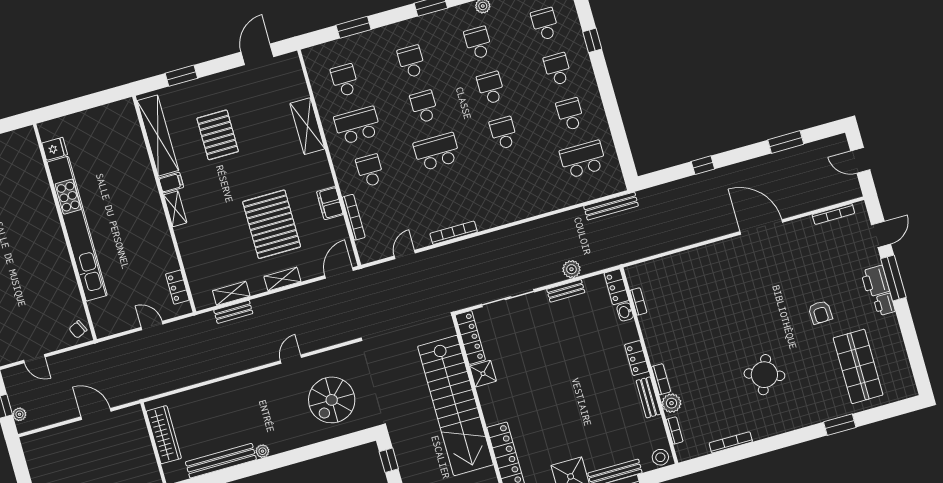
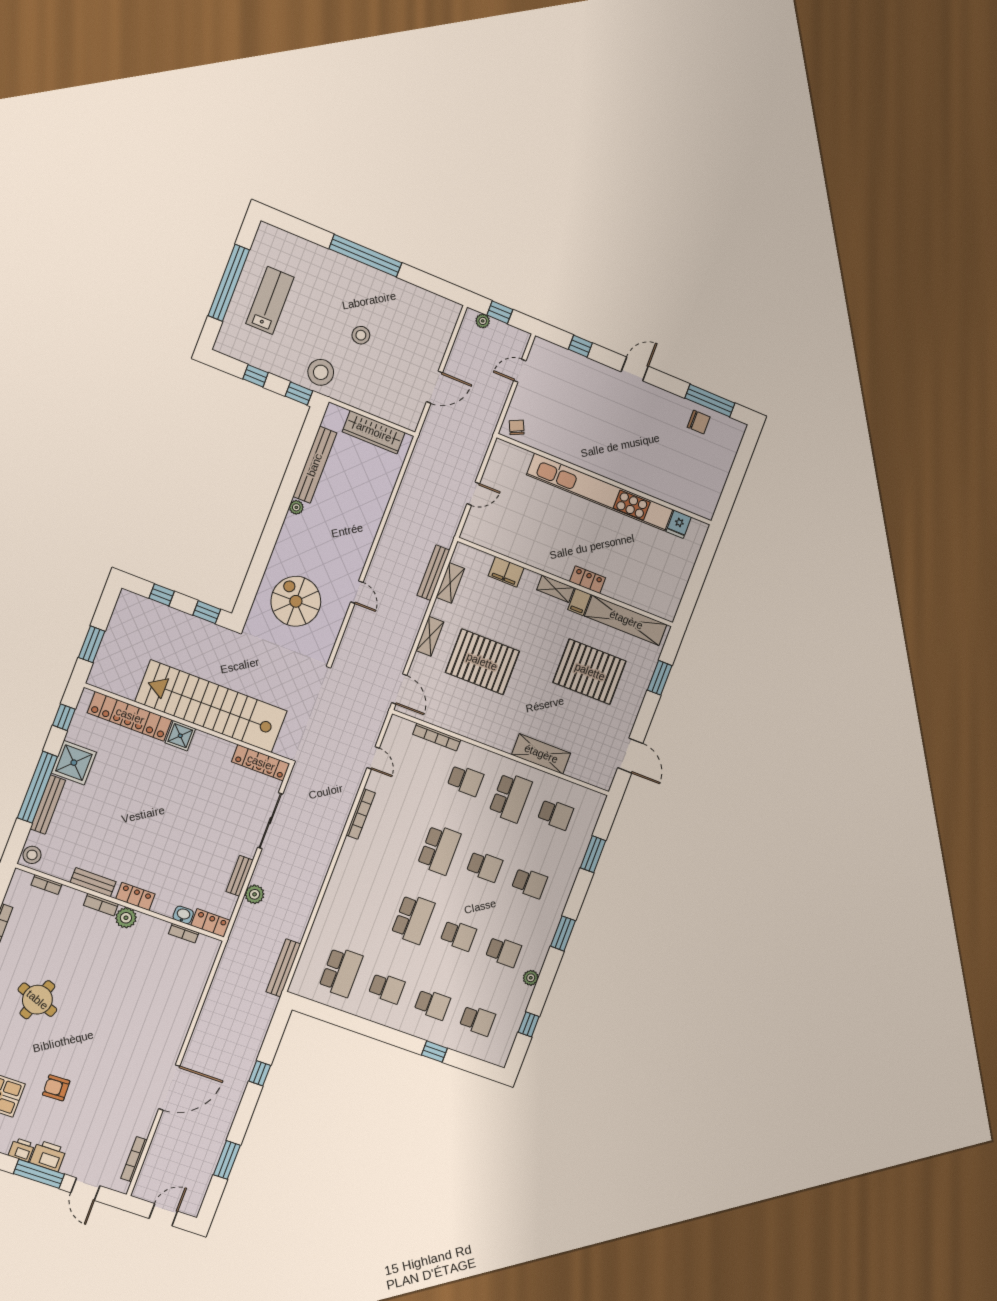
school desk: (504, 133) -> (413, 919), width x1.85
pallet: (218, 135) -> (590, 672), width x1.37, depth x1.41
filing cabinet: (330, 203) -> (506, 572), moved, turned 180
locker: (177, 287) -> (588, 580), moved
bench: (233, 312) -> (433, 573), width x1.36
shower: (483, 374) -> (180, 736), moved
plant: (671, 403) -> (126, 918), moved

